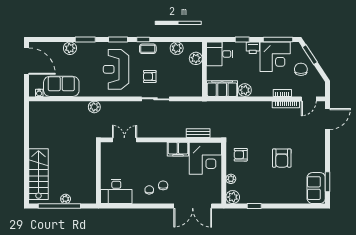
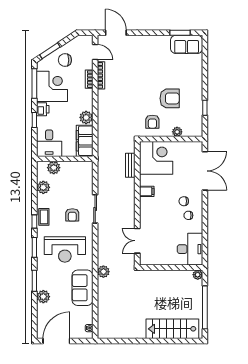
sofa: (61, 86) -> (82, 288), moved
filing cabinet: (178, 149) -> (147, 191), width x0.50
armchair: (282, 158) -> (170, 98), moved
plant: (233, 197) -> (196, 130), removed
plant: (66, 199) -> (198, 275), moved

